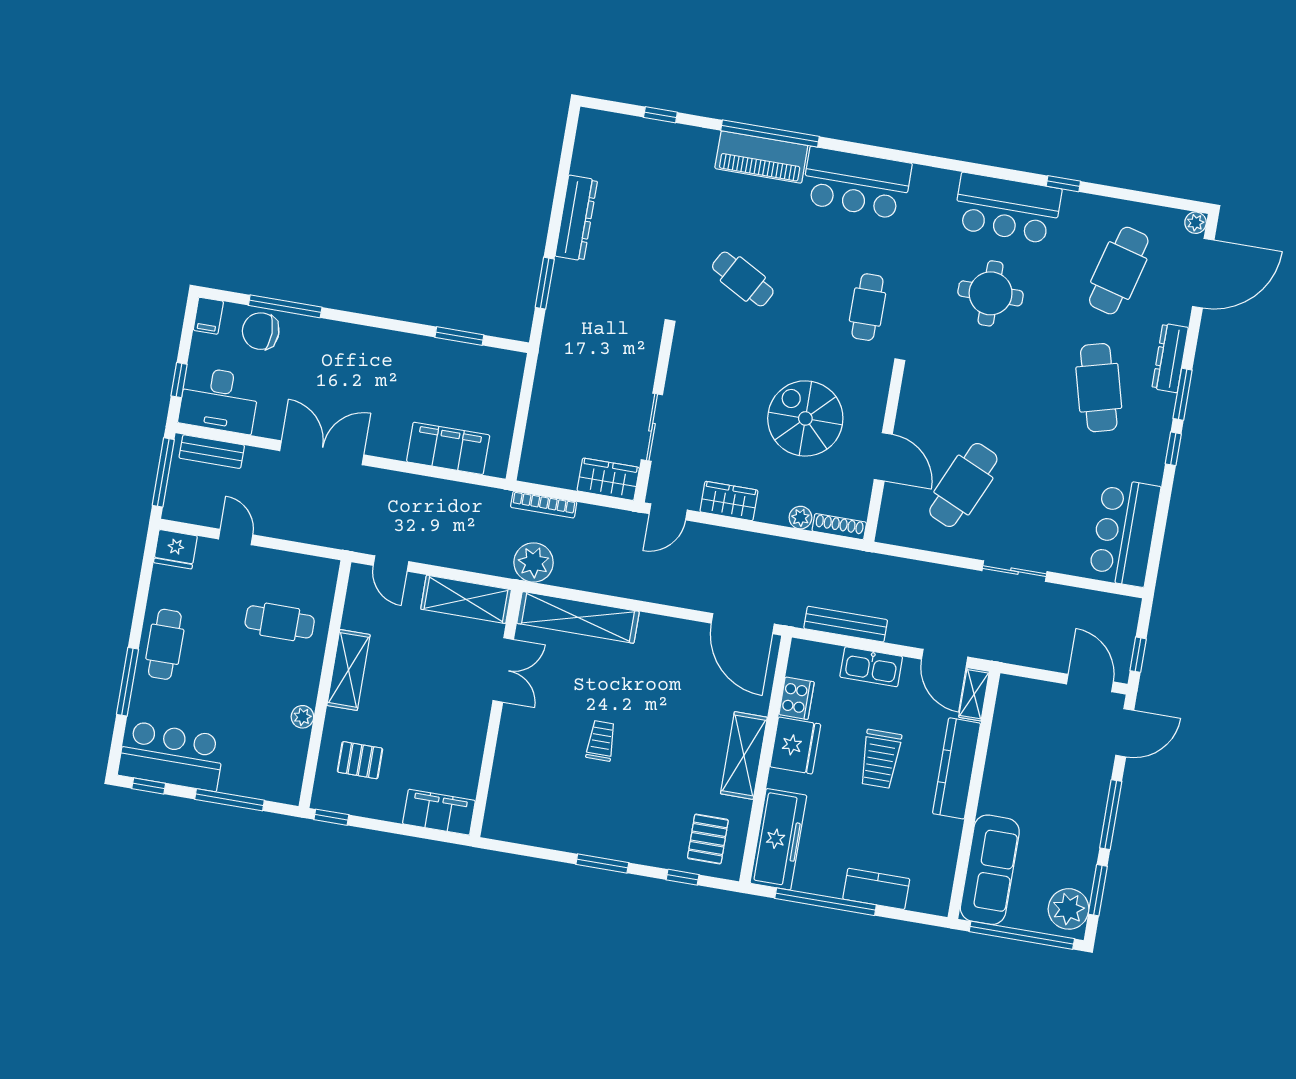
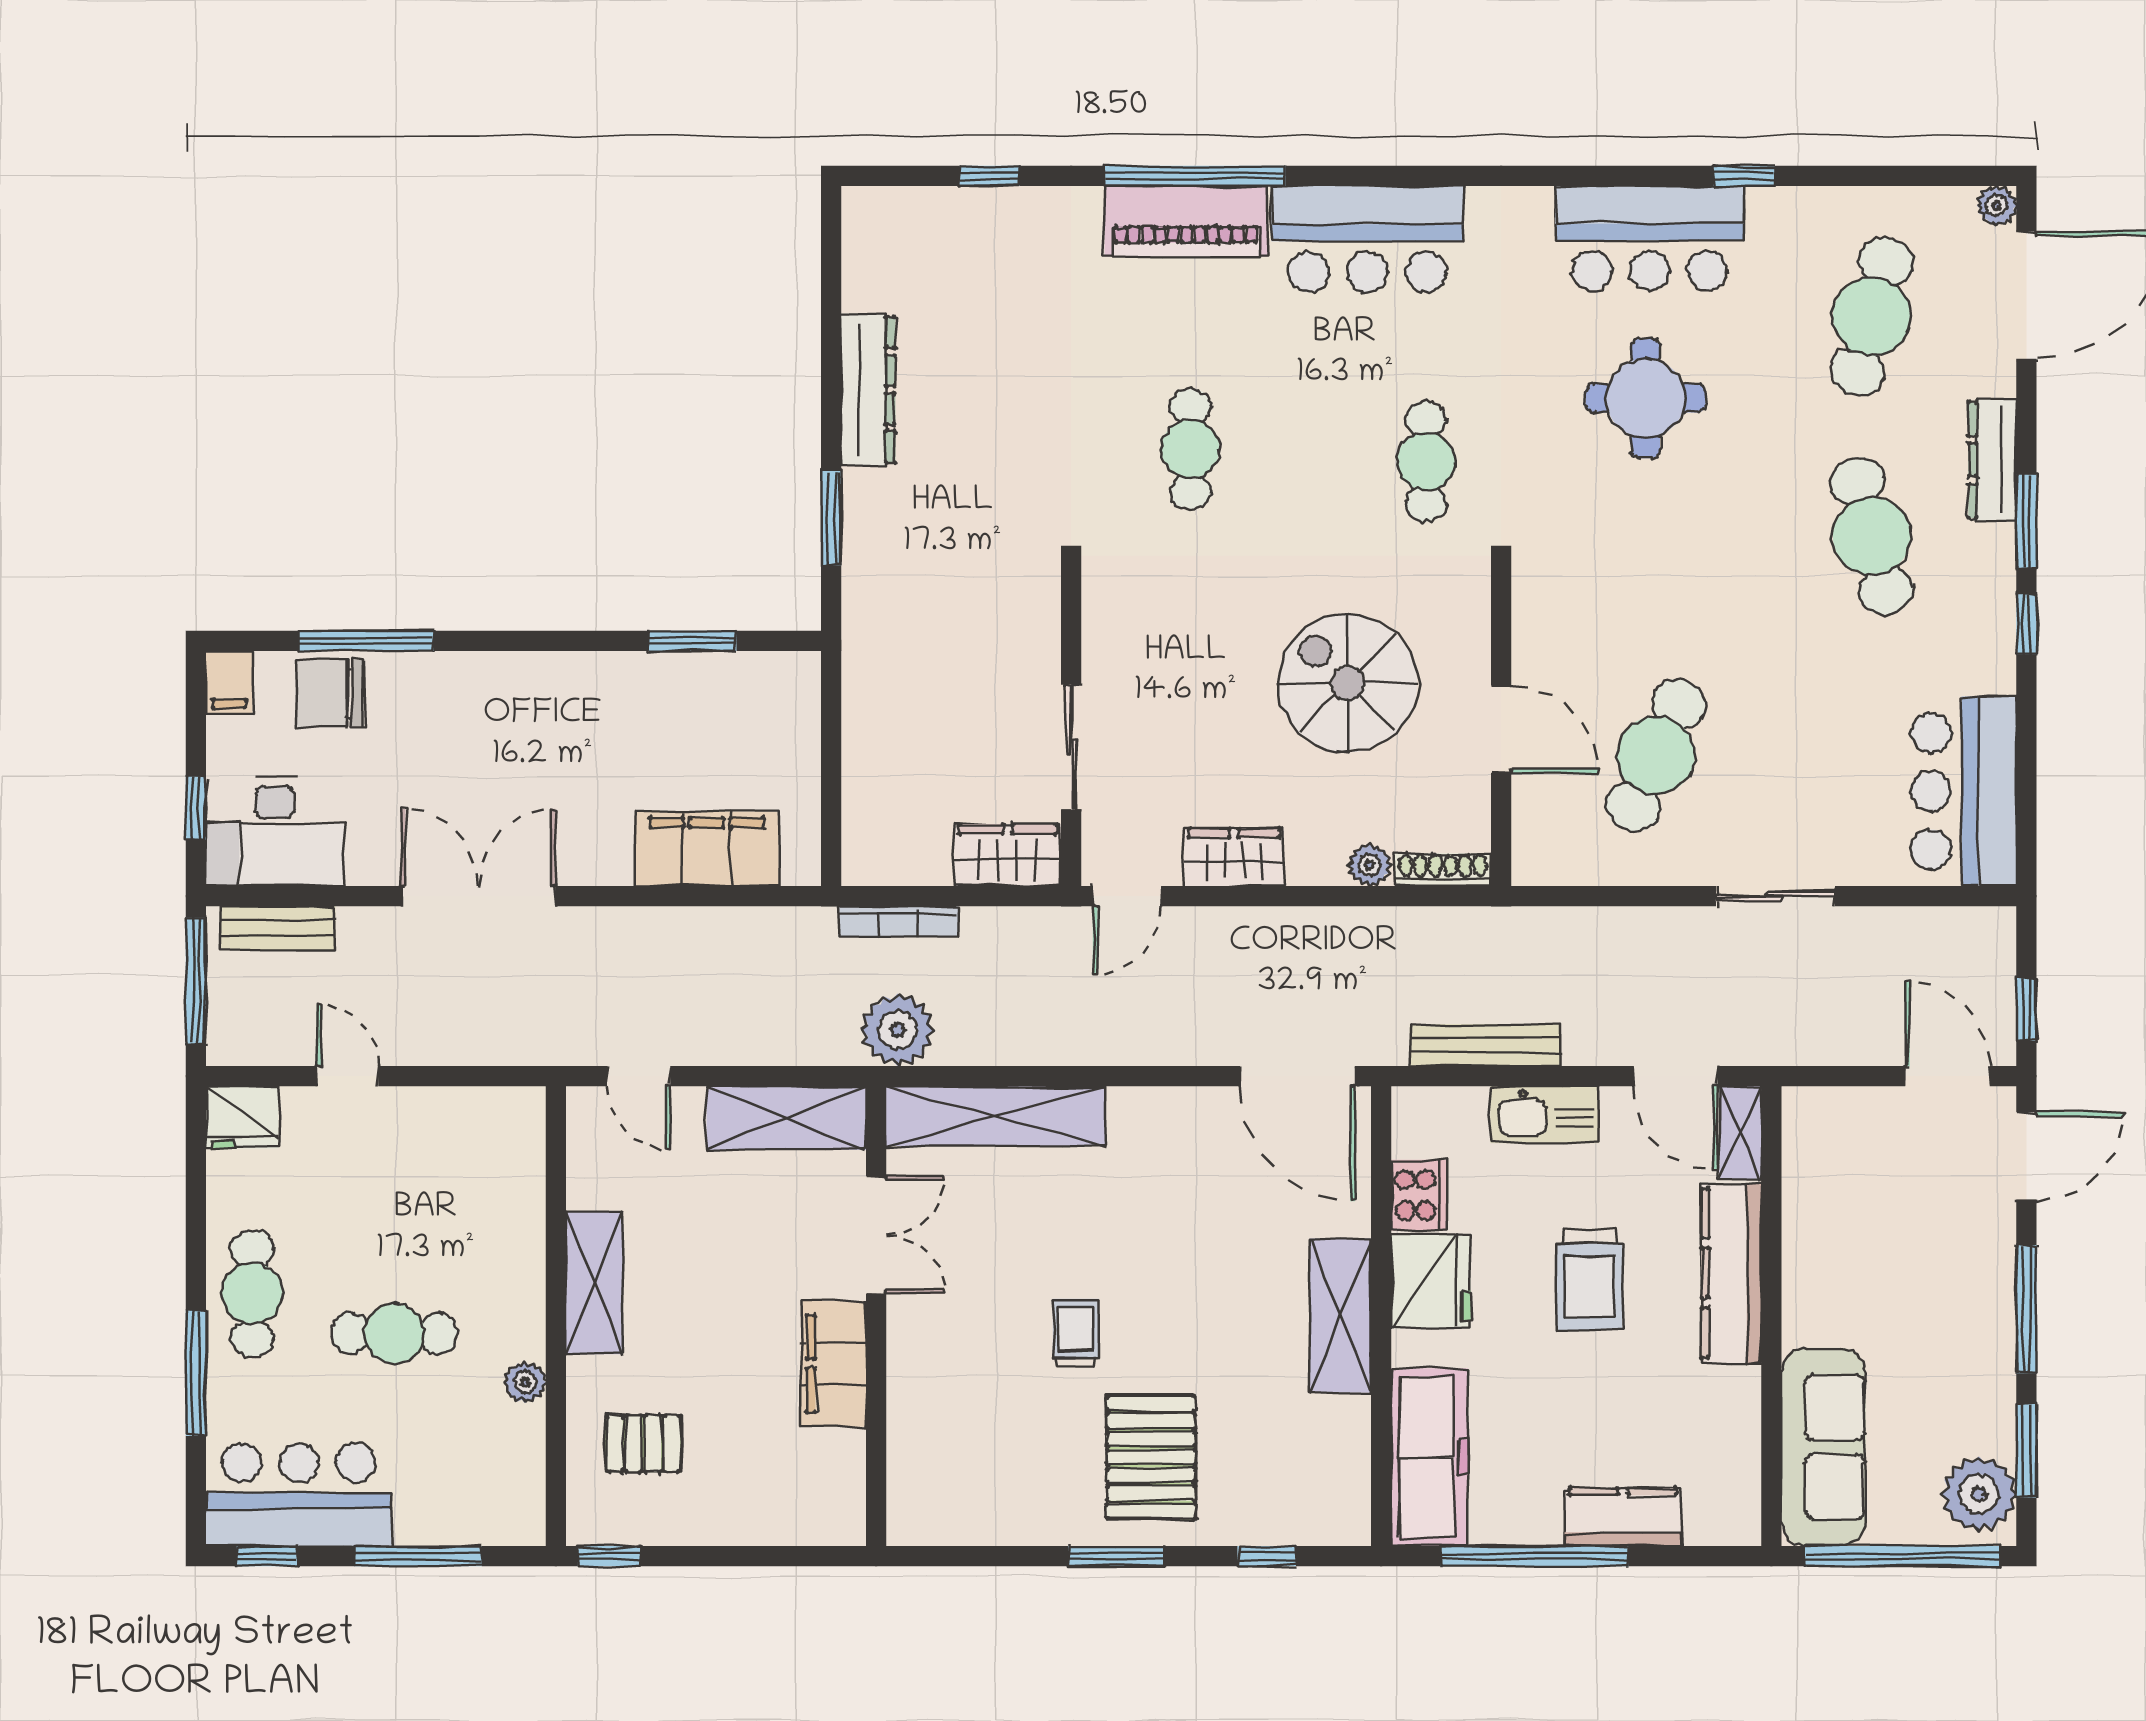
cafe table: (743, 279) -> (1190, 449), turned 61
cafe table: (280, 622) -> (394, 1334), moved
filing cabinet: (439, 812) -> (833, 1364), moved, turned -90
pallet: (708, 839) -> (1151, 1457), moved, width x1.50, depth x1.42

